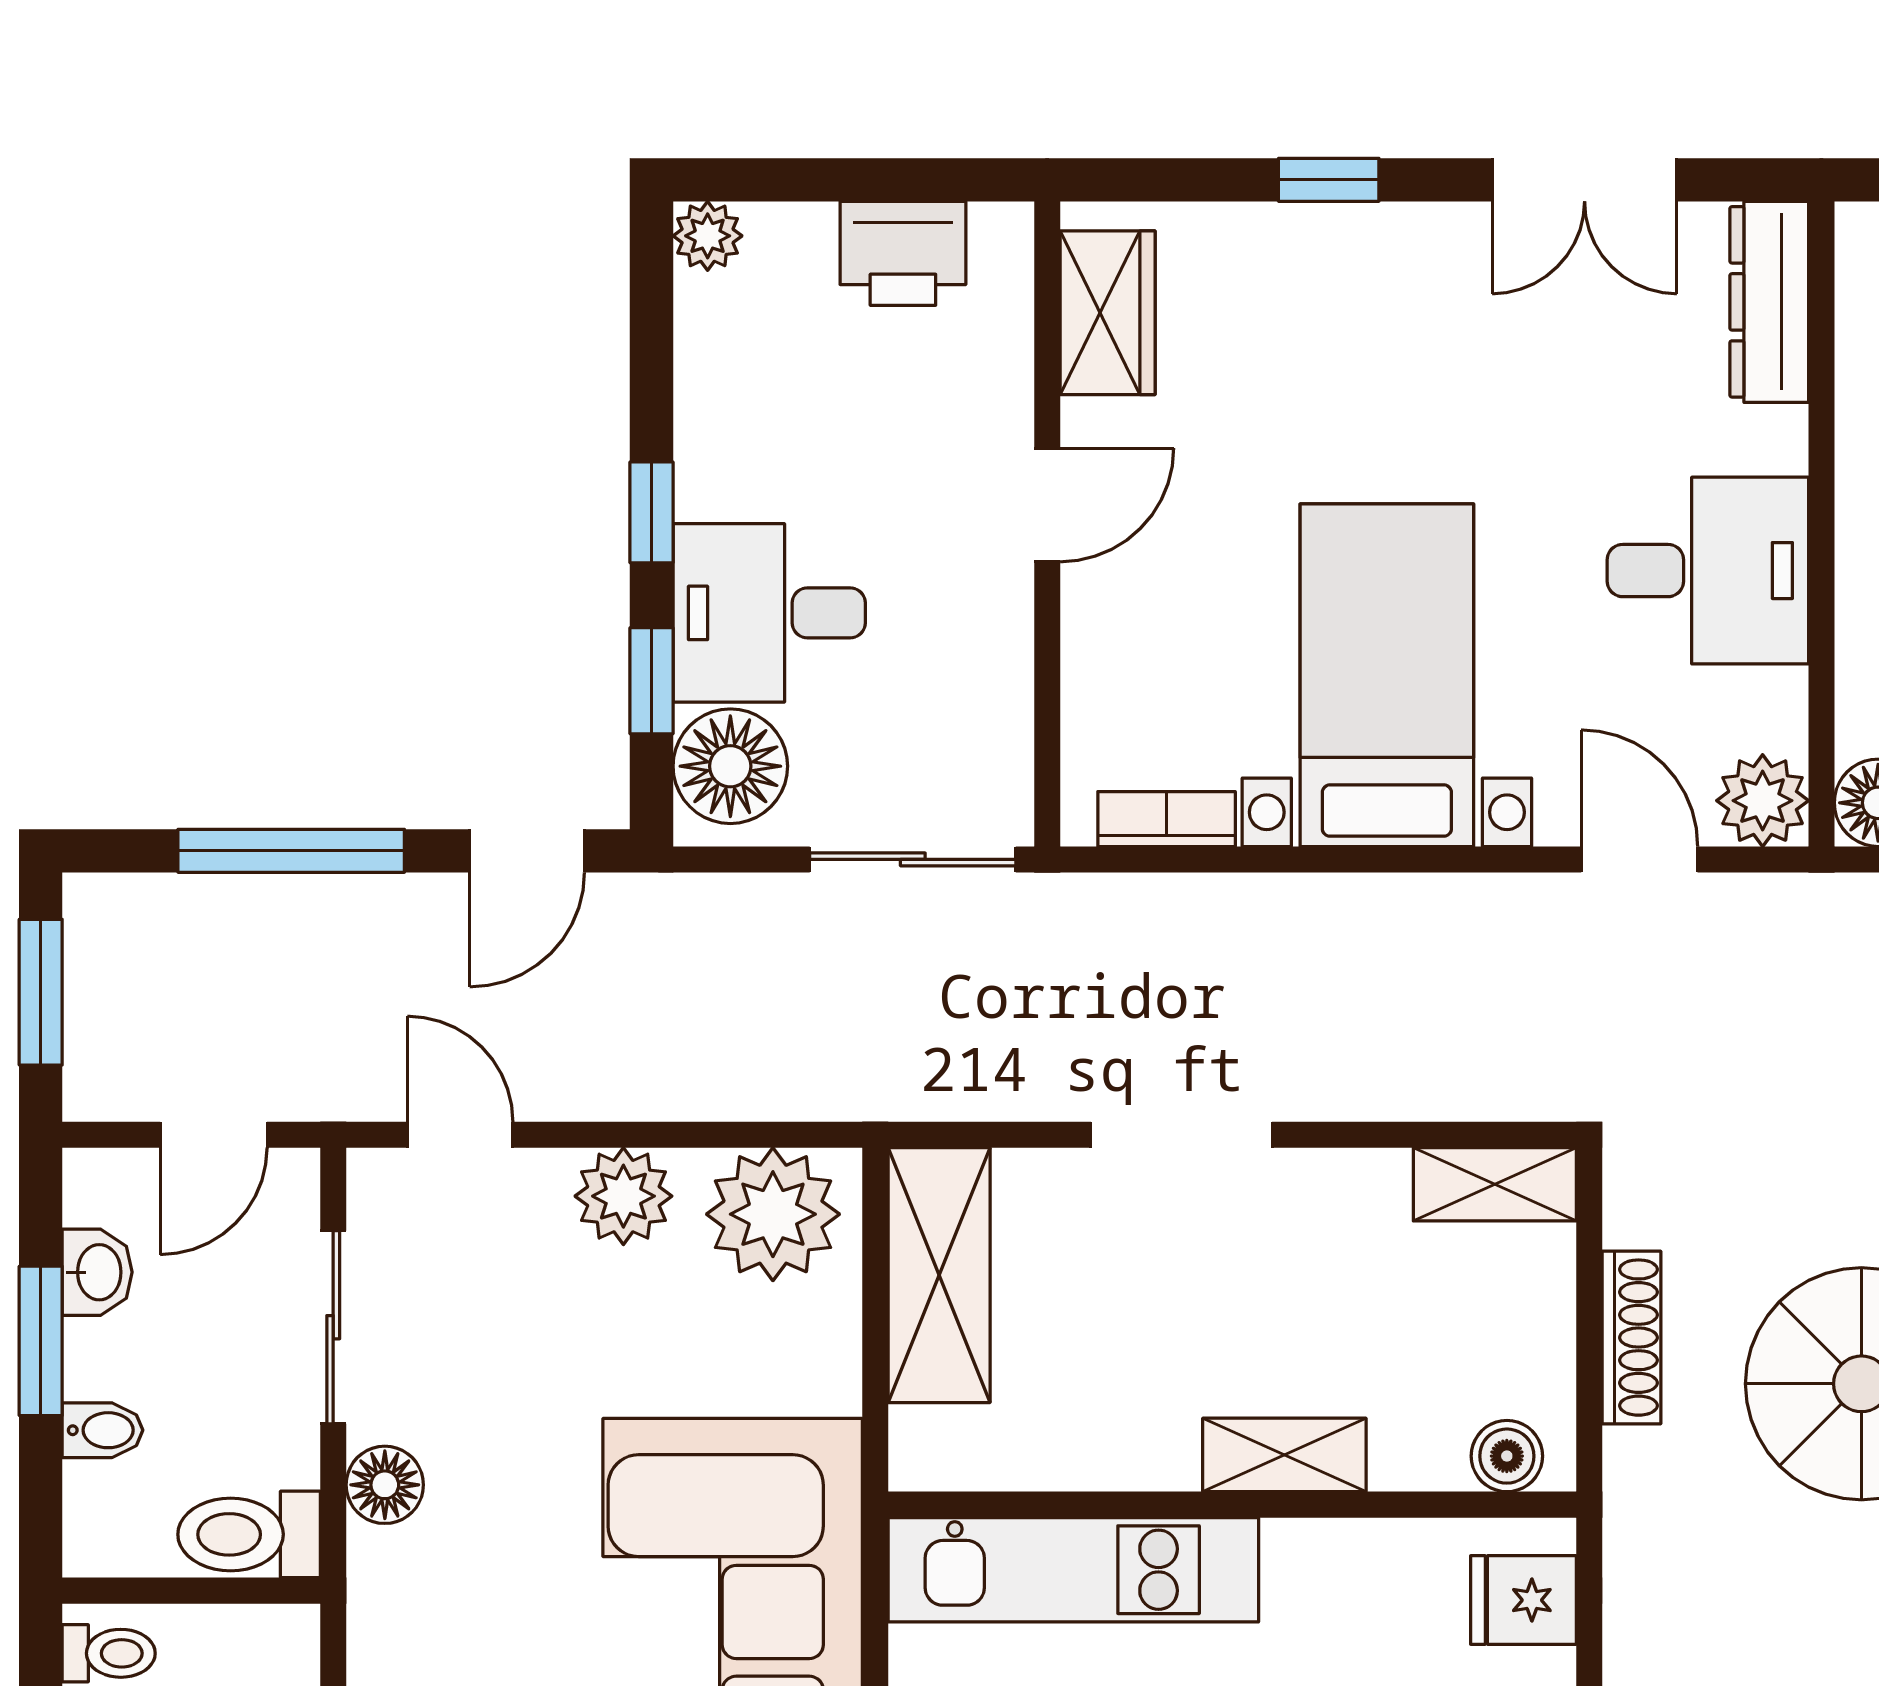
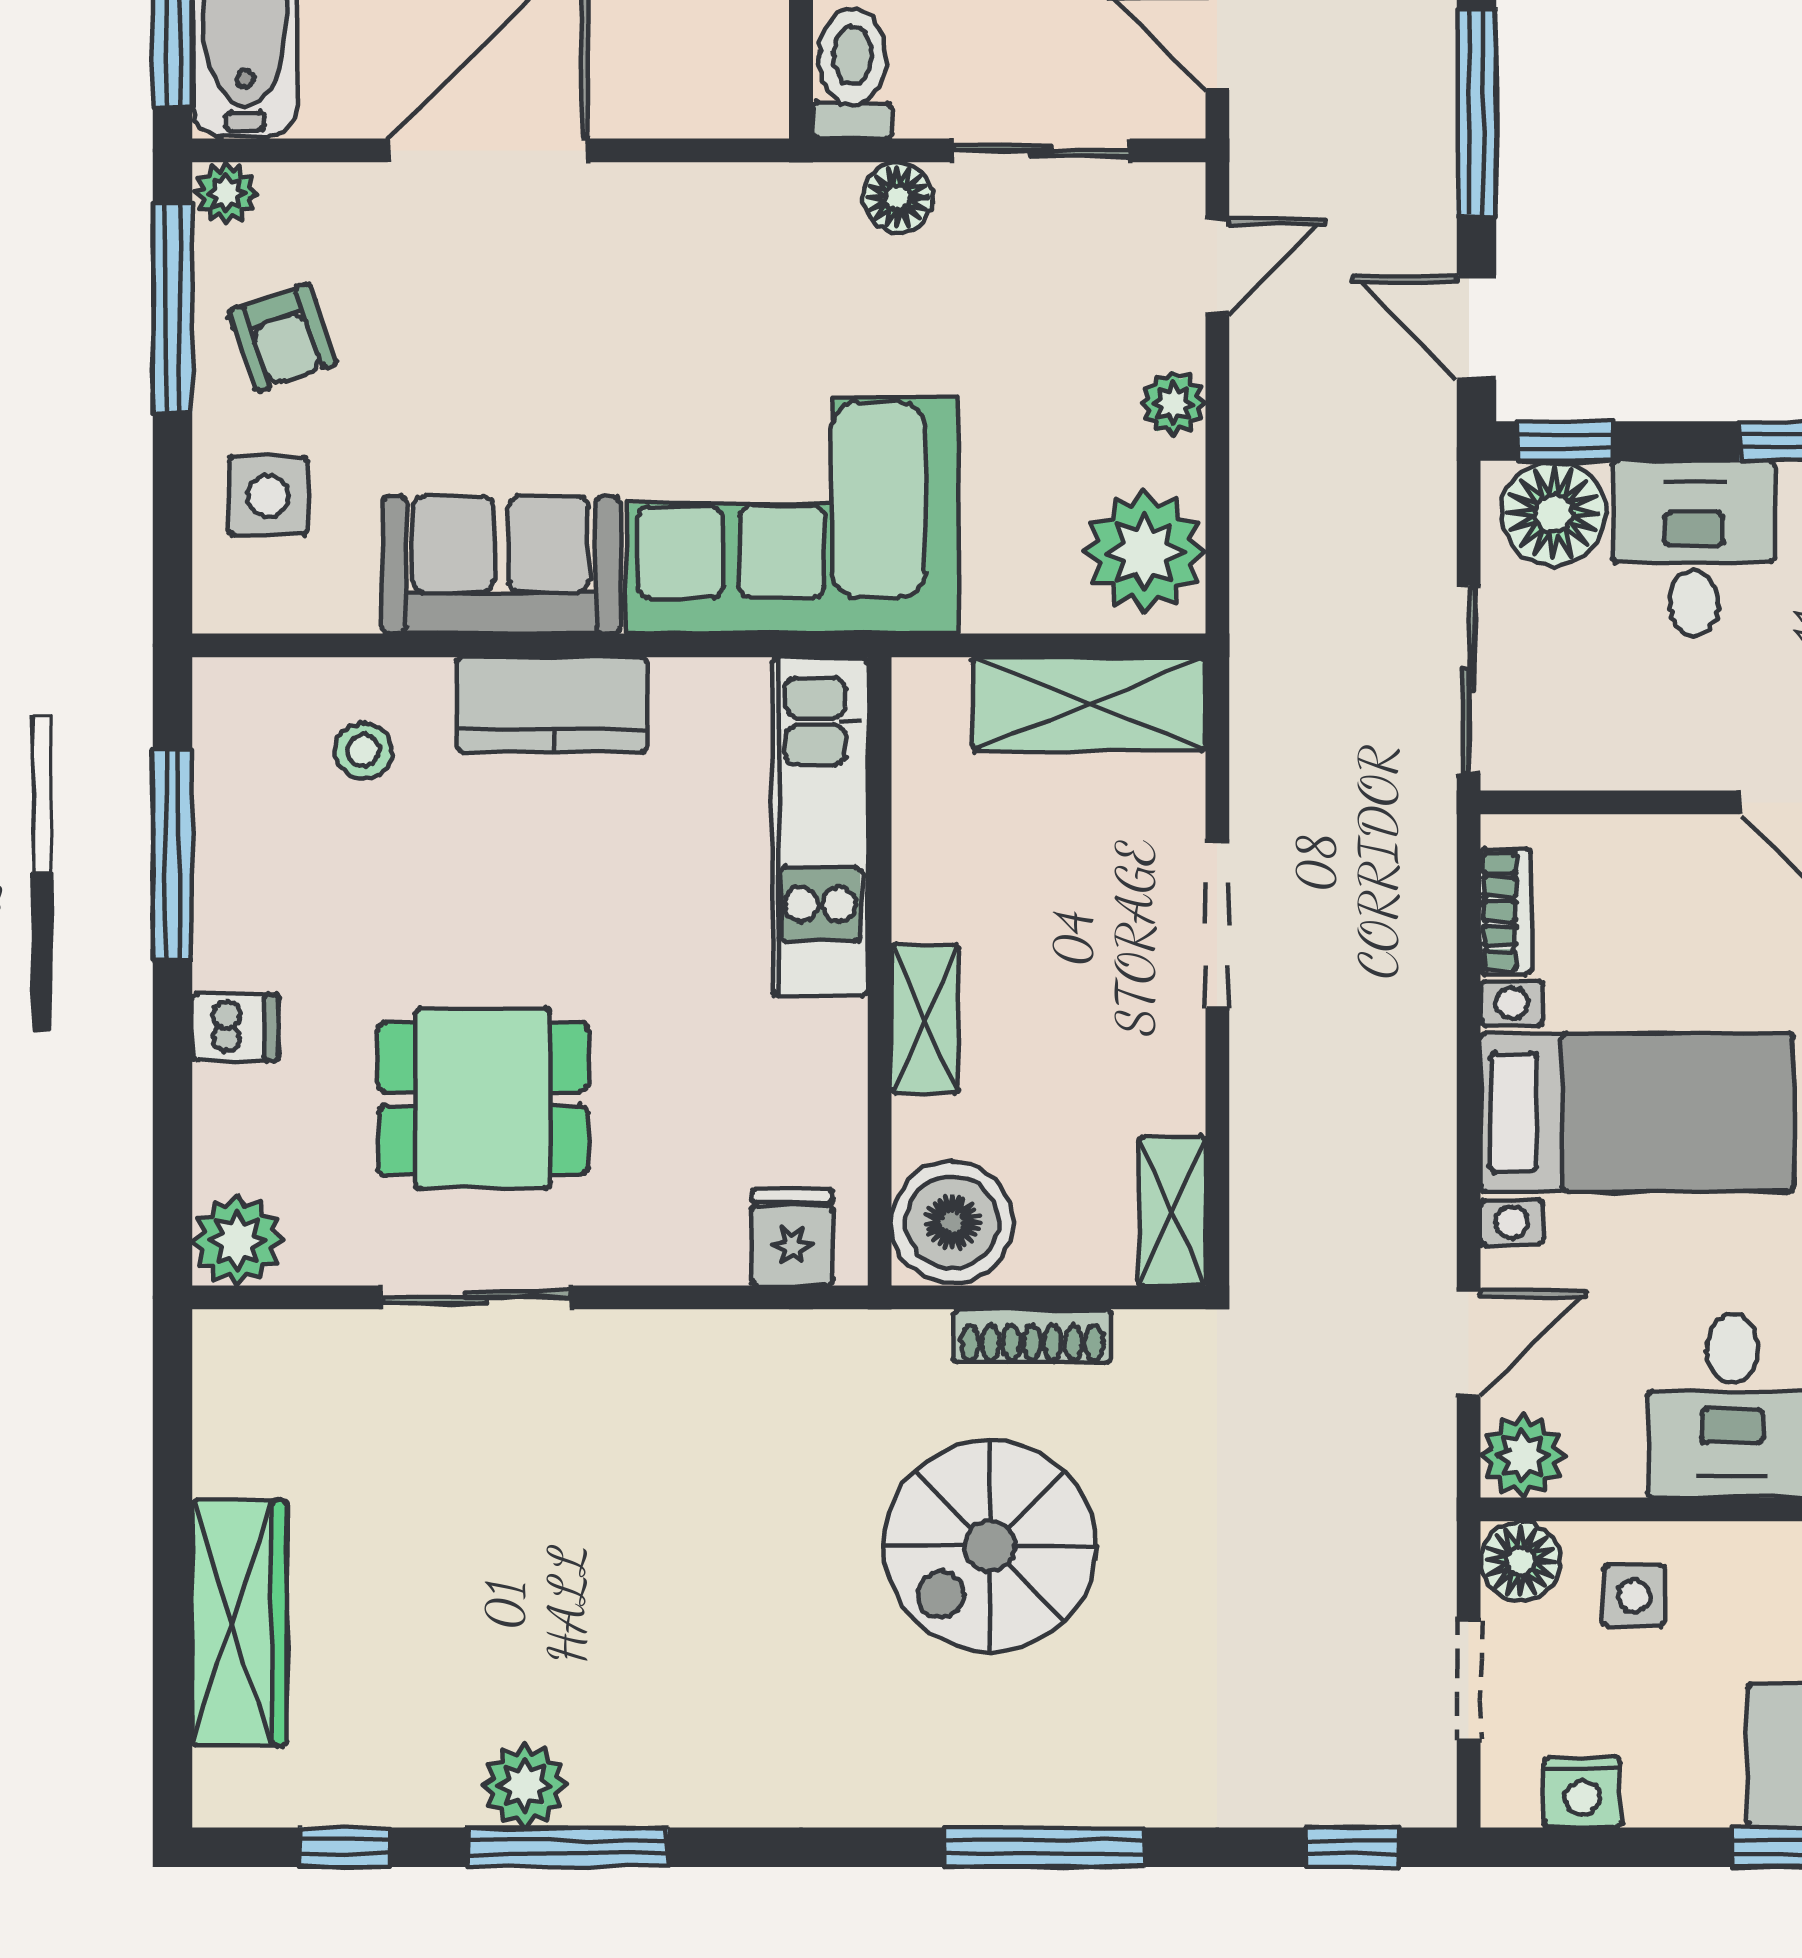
window: (652, 681) -> (1565, 441), moved
plant: (623, 1196) -> (1173, 403), width x0.73, depth x0.73
boiler: (1507, 1456) -> (952, 1222), width x1.86, depth x1.86

